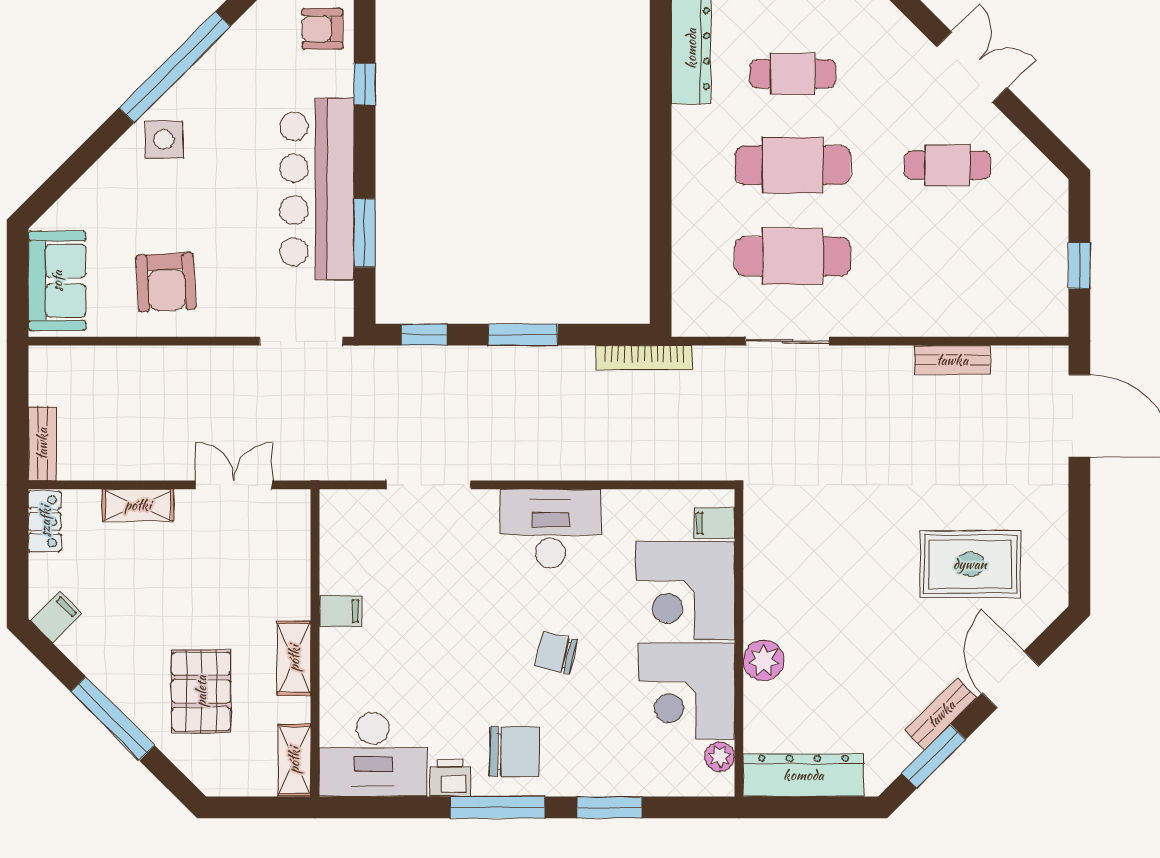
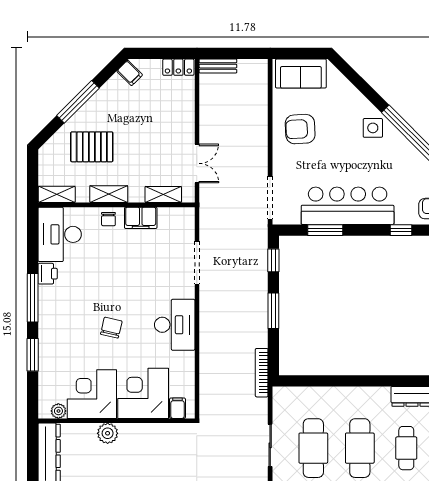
shelving: (138, 505) -> (163, 194), moved, turned 90
filing cabinet: (340, 611) -> (141, 218), width x2.00
chair: (514, 752) -> (108, 219), moved, width x0.54, depth x0.54

